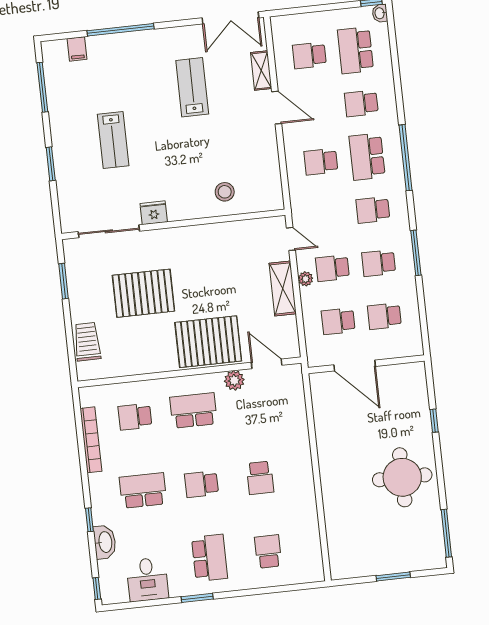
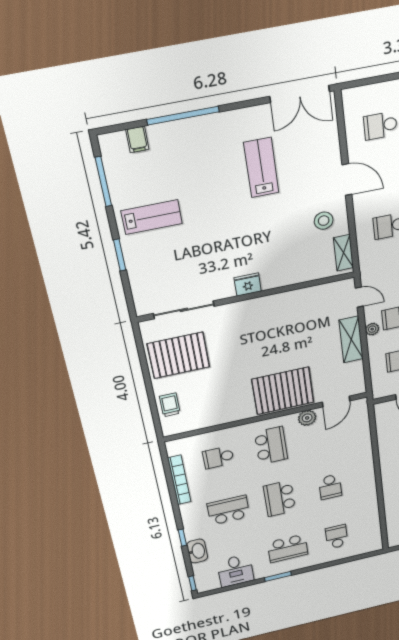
shelving: (261, 71) -> (344, 253), moved
lab bench: (113, 140) -> (152, 217), moved, turned -90
stool: (225, 192) -> (324, 221), moved
fridge: (154, 213) -> (248, 284), moved
window: (63, 281) -> (142, 358), removed
pallet: (143, 293) -> (179, 355), moved
trolley: (87, 342) -> (170, 405), width x0.73, depth x0.72
door: (267, 364) -> (336, 401), swing flipped
school desk: (194, 410) -> (271, 446), turned 90
school desk: (202, 484) -> (280, 498), width x1.85
school desk: (210, 558) -> (288, 548), turned 90

